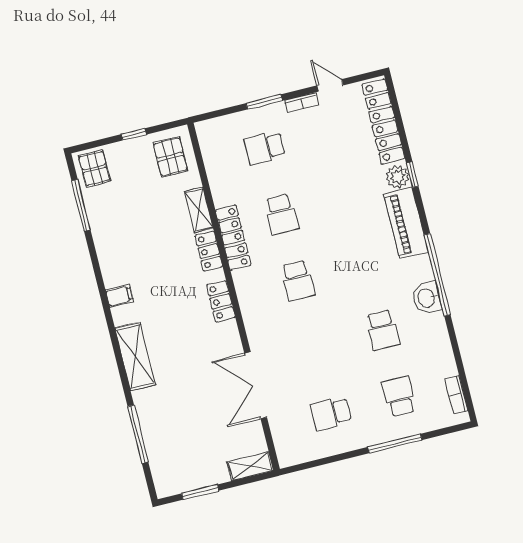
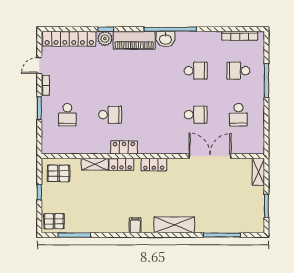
locker: (233, 238) -> (124, 147), width x0.66
school desk: (298, 281) -> (196, 115), moved
washbasin: (427, 298) -> (165, 39), moved
double door: (256, 385) -> (210, 156), swing flipped
bookcase: (456, 395) -> (240, 36), width x1.56

